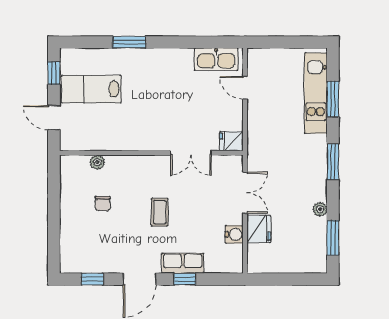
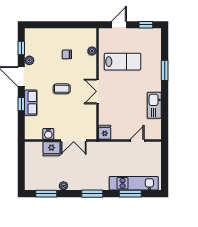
kitchen sink: (216, 59) -> (154, 105), moved
lab bench: (91, 89) -> (123, 62), moved, turned 90
double door: (191, 153) -> (98, 91), moved
plant: (113, 266) -> (29, 60), added

